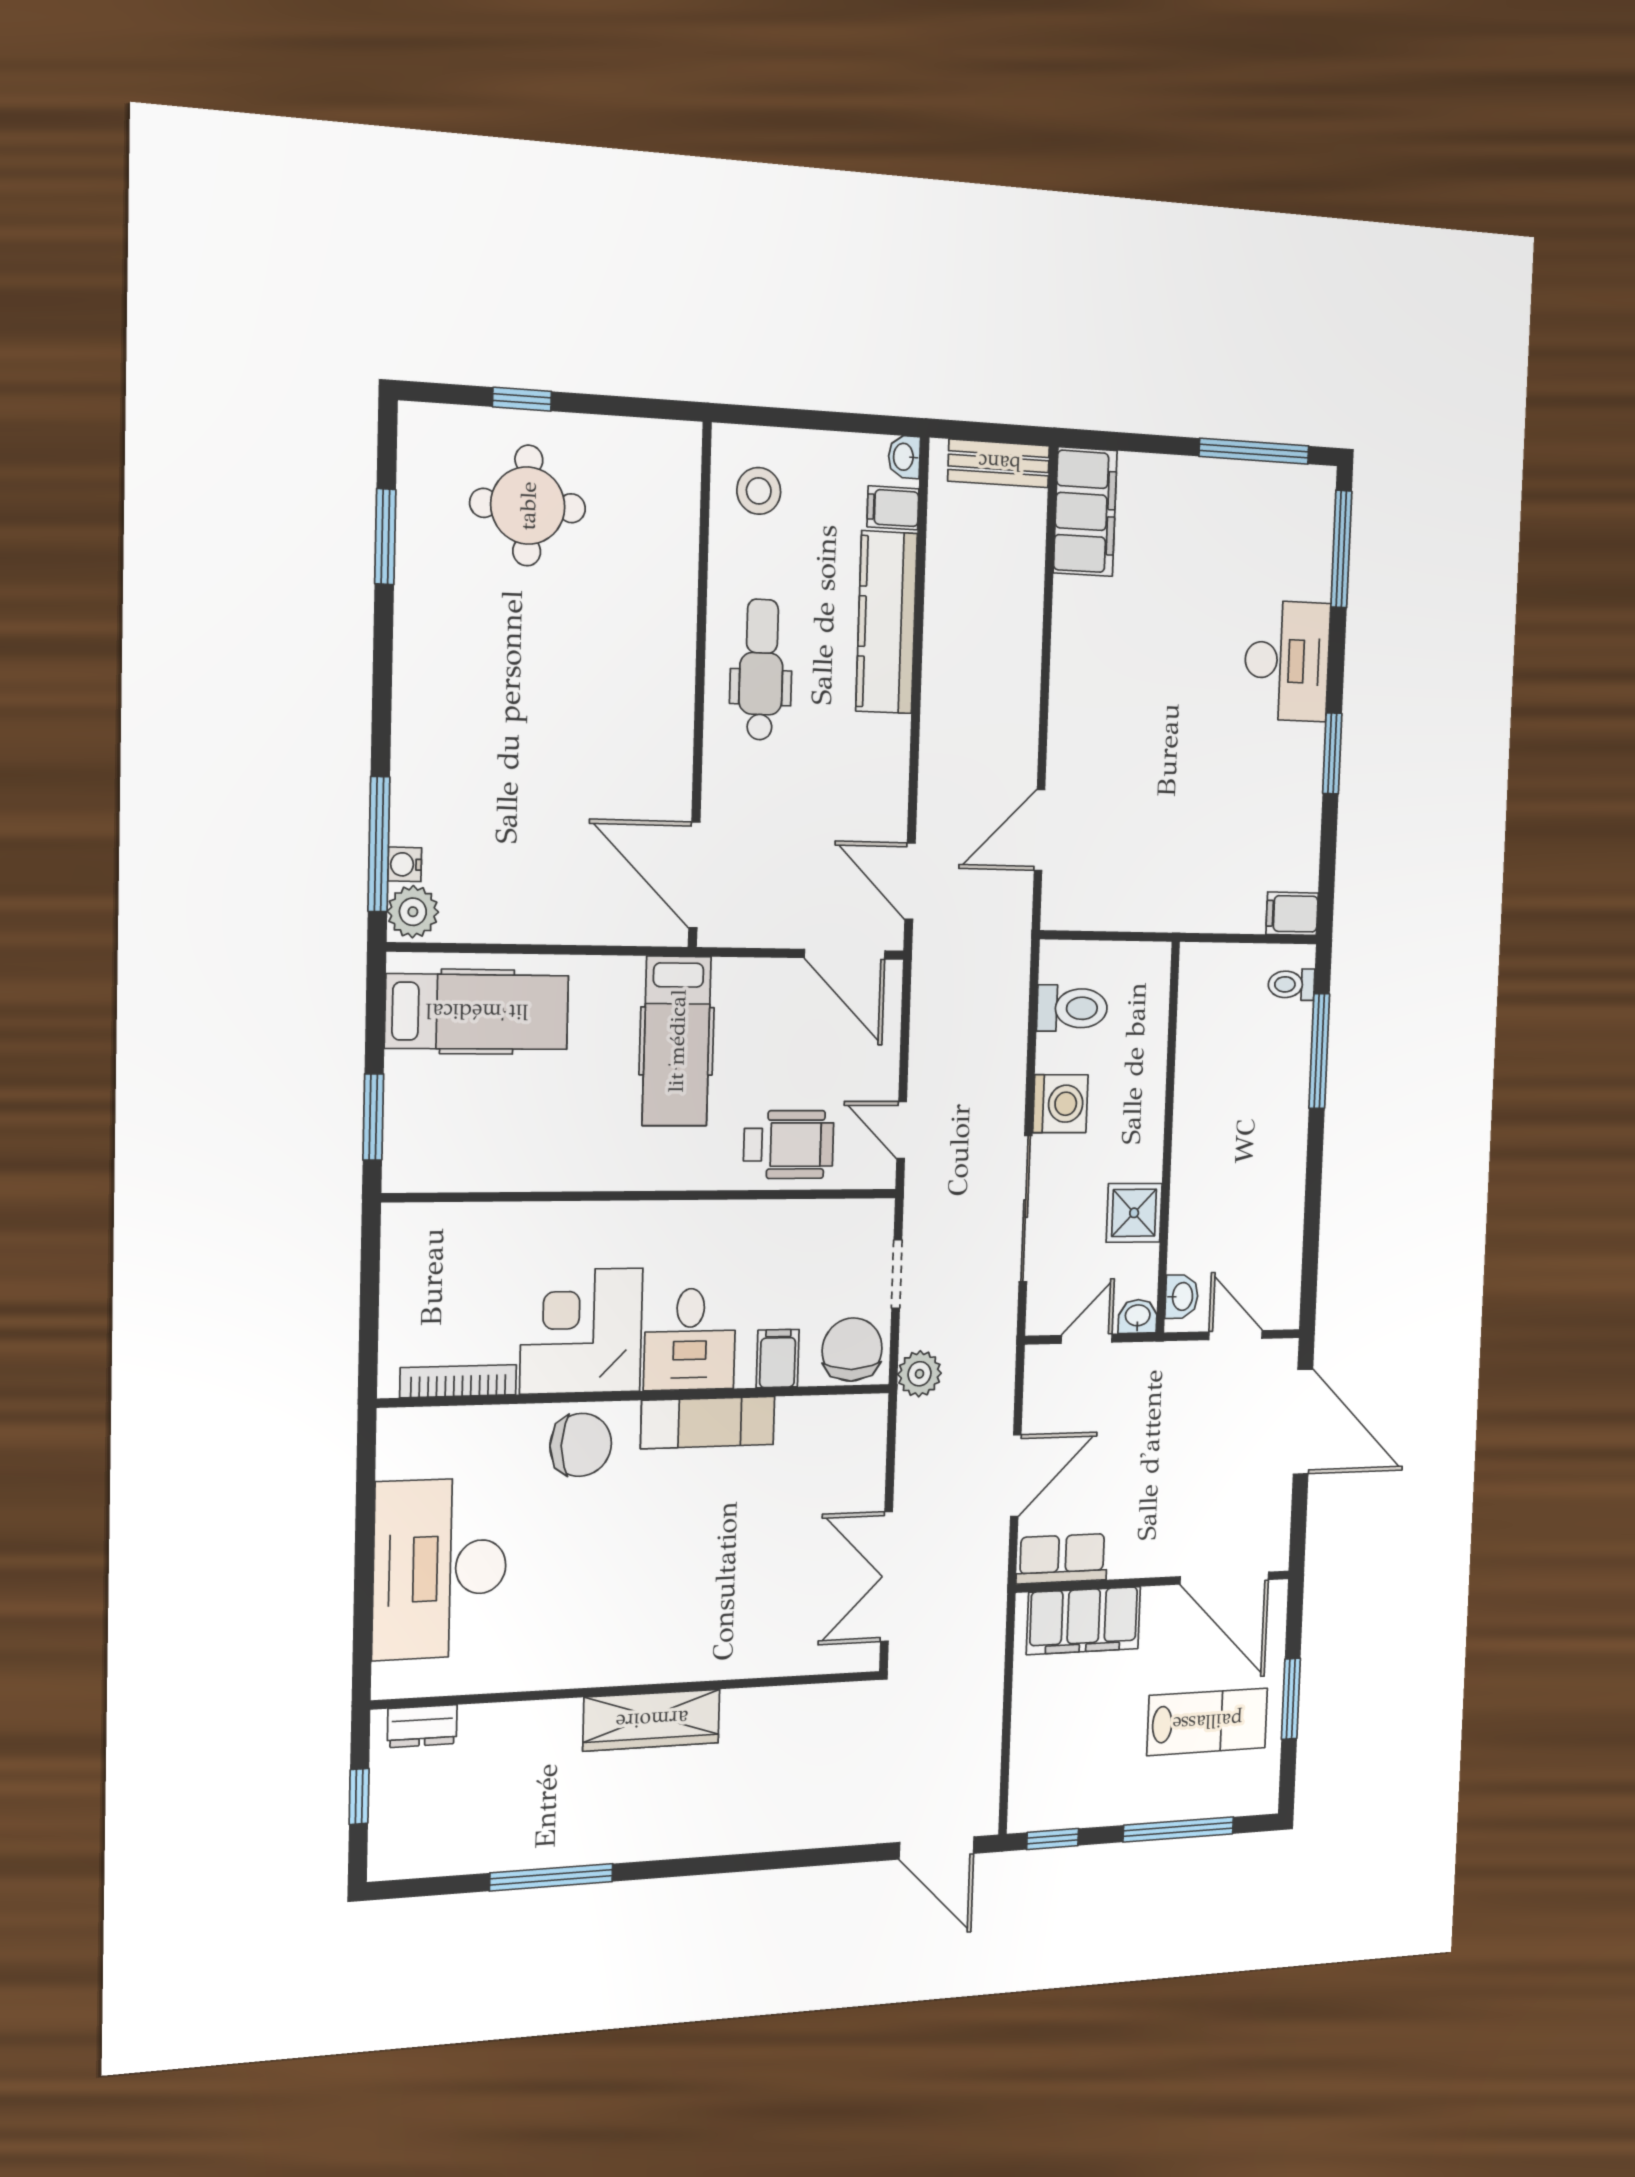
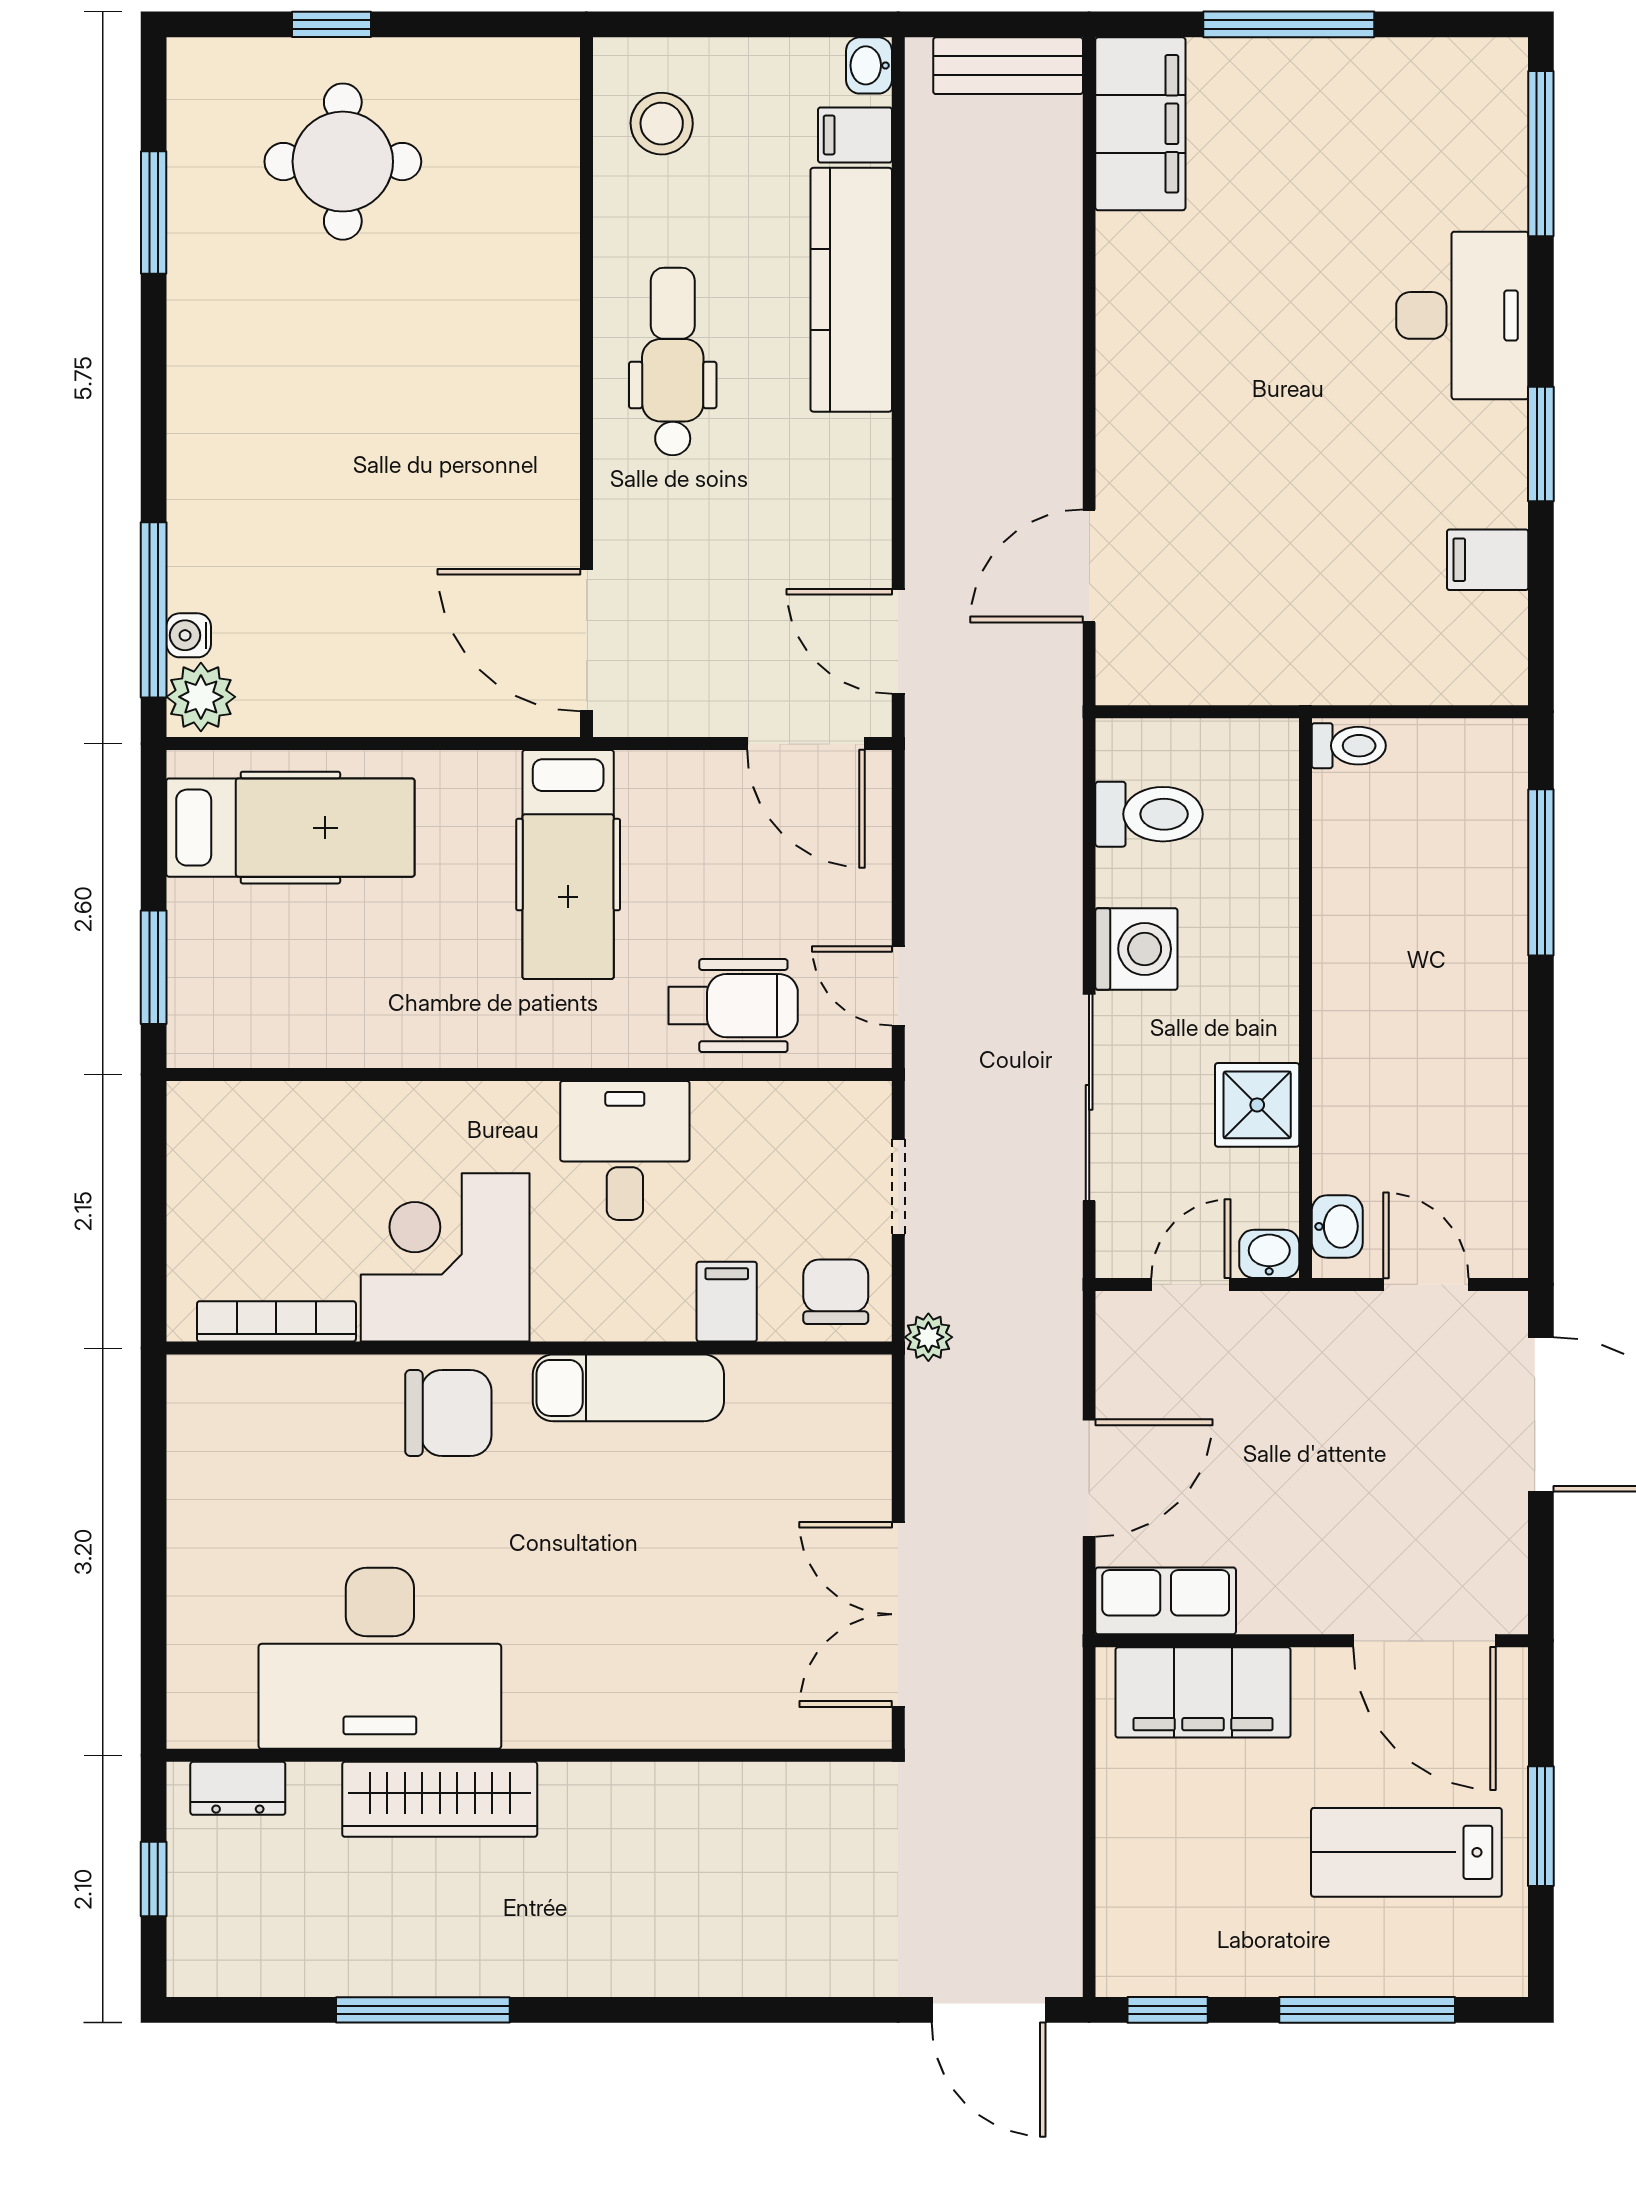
window: (1254, 451) -> (1289, 24), moved
filing cabinet: (1292, 914) -> (1488, 560), moved
toilet: (1291, 984) -> (1349, 746), moved, turned 180
desk: (690, 1339) -> (625, 1150), moved, turned 180
chair: (852, 1350) -> (836, 1292), width x0.73, depth x0.73
plant: (919, 1374) -> (928, 1337), width x0.73, depth x0.73
desk: (440, 1568) -> (380, 1658), moved, turned -90
wardrobe: (652, 1720) -> (440, 1799), moved
lab bench: (1207, 1722) -> (1406, 1852), turned 180

